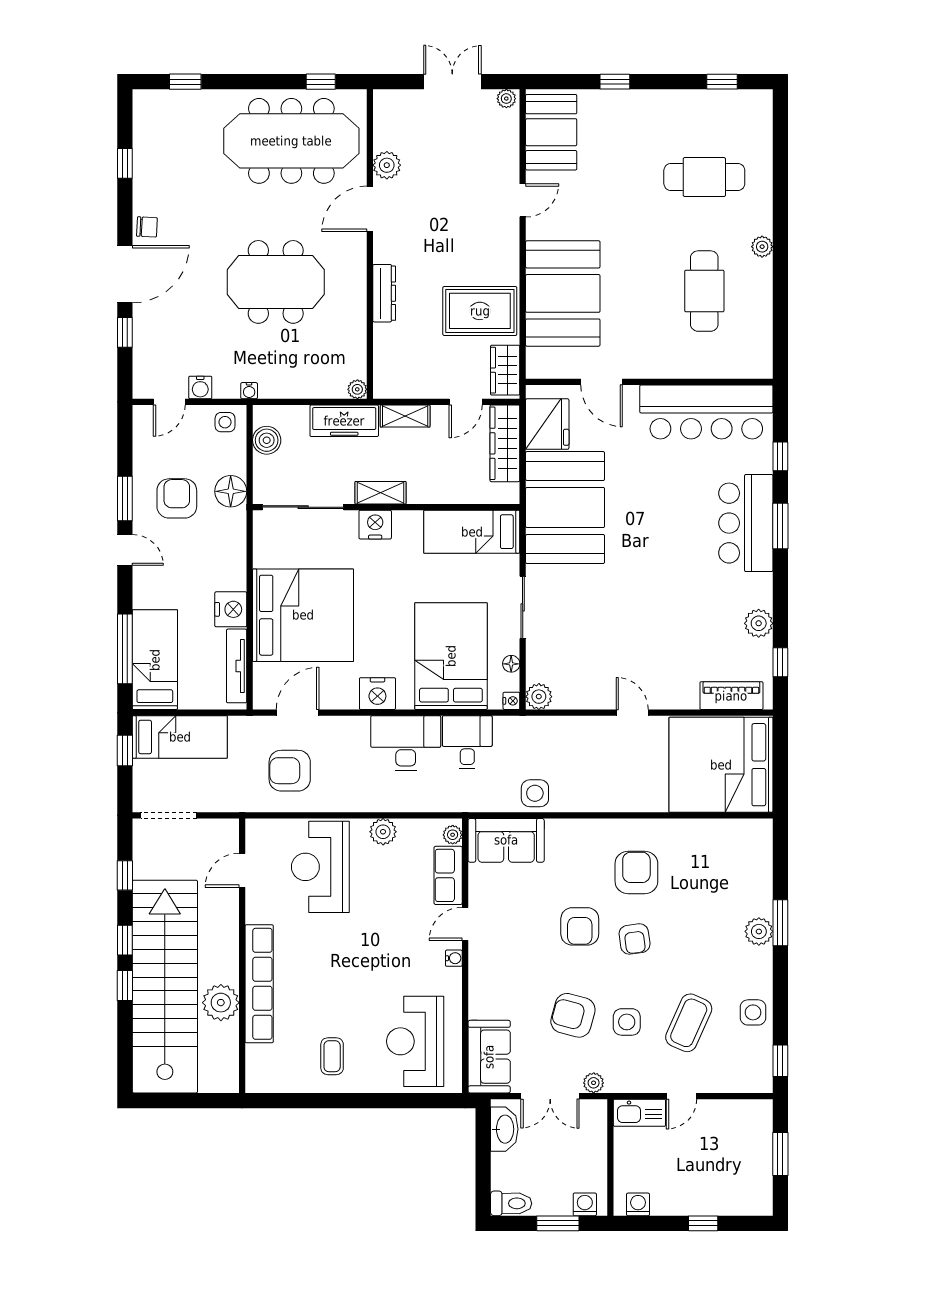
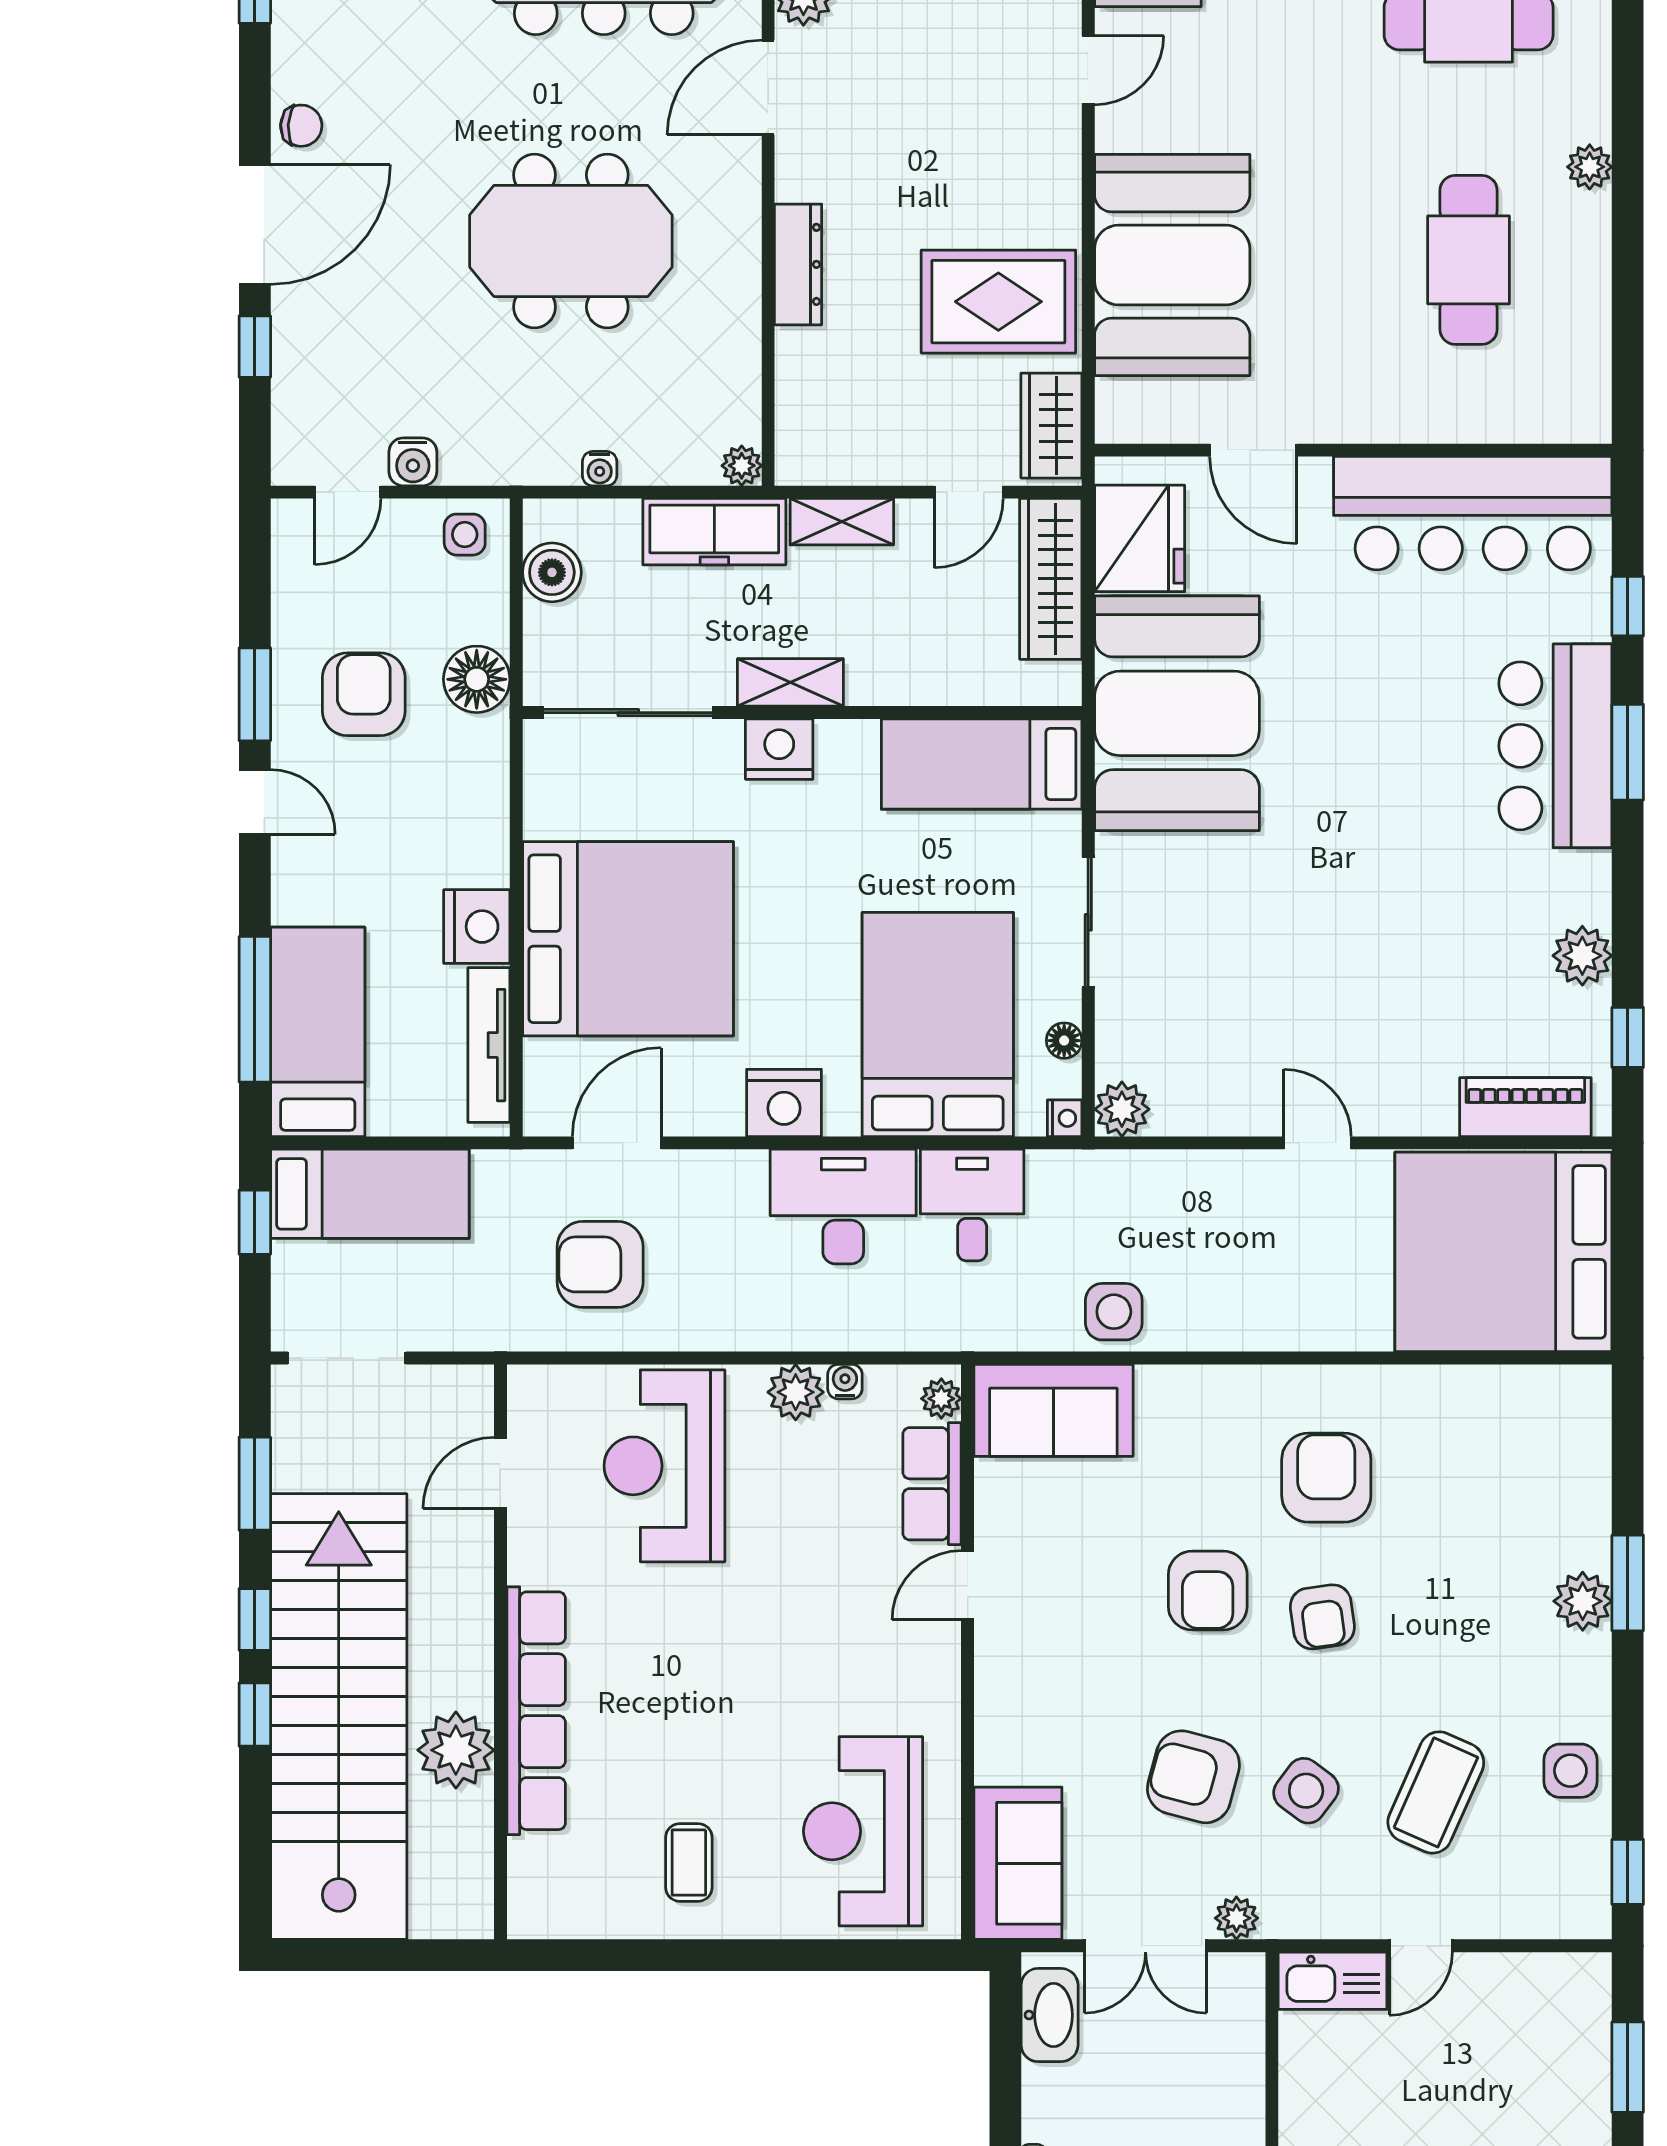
water cooler: (249, 391) -> (600, 469), moved
window: (125, 875) -> (255, 1484), width x1.50
water cooler: (454, 958) -> (845, 1382), moved, turned -90
side table: (627, 1022) -> (1306, 1791), turned 37

